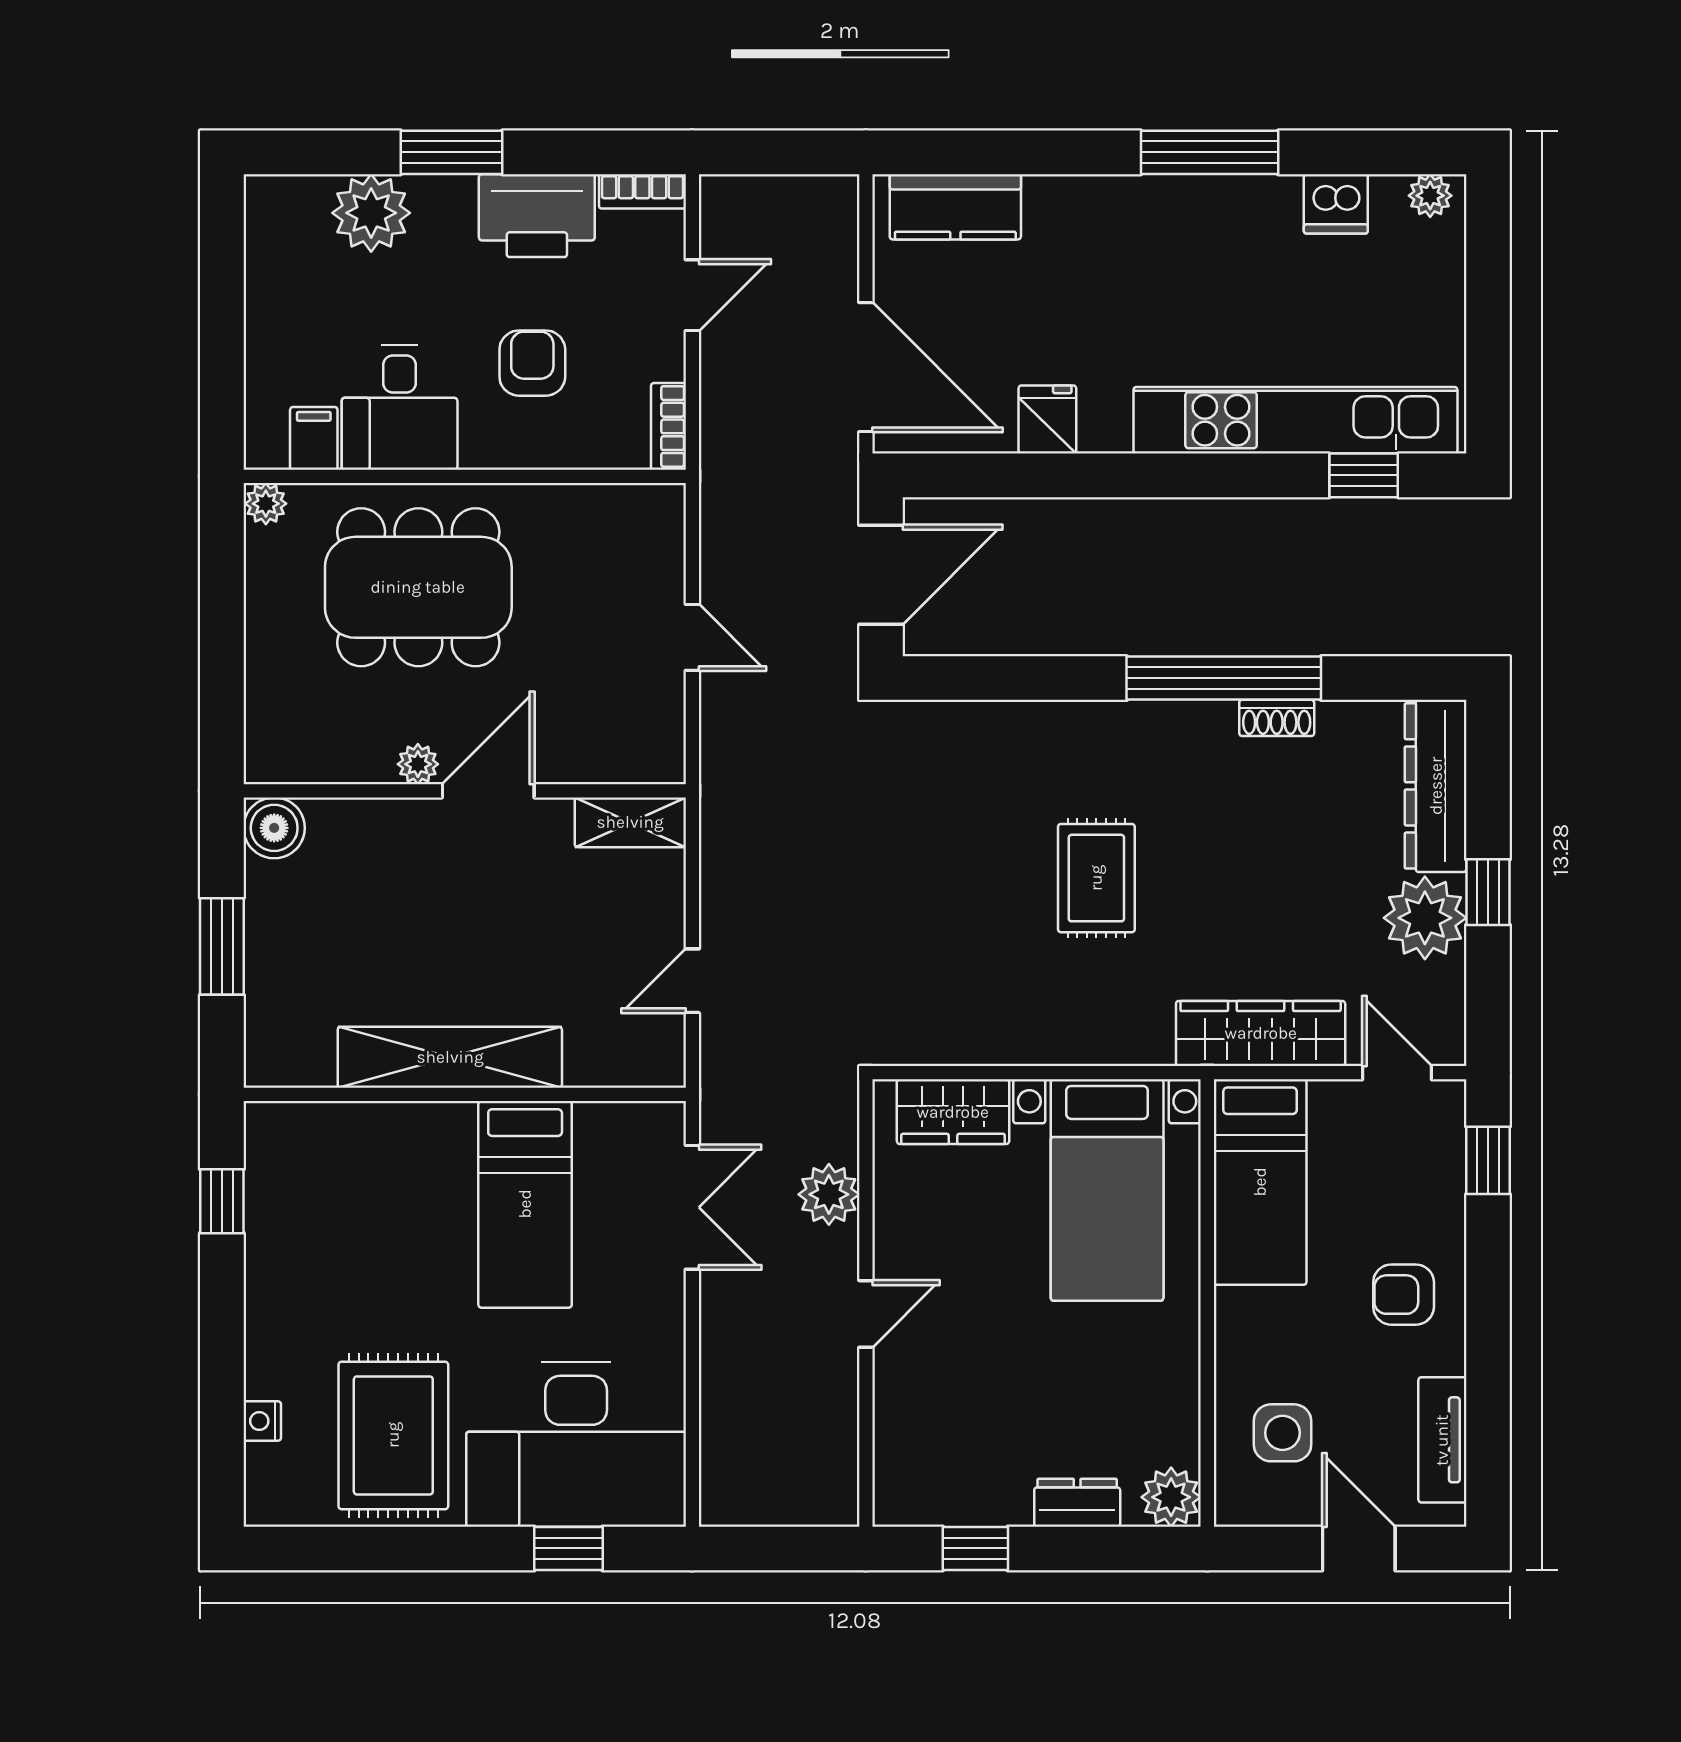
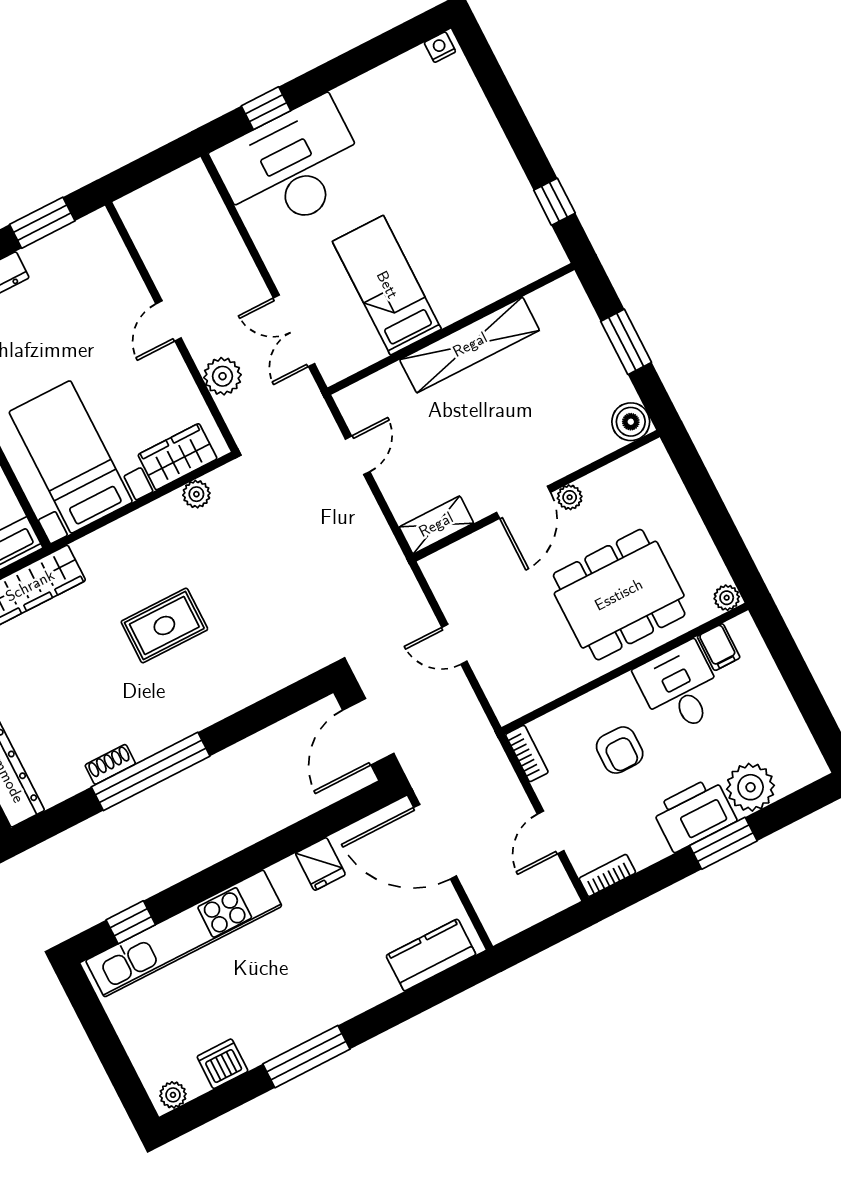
printer: (537, 216) -> (694, 814), moved
rug: (1096, 878) -> (164, 626), turned 90
plant: (953, 1044) -> (196, 494), added
nightstand: (262, 1421) -> (440, 47), moved, turned -90
rug: (393, 1435) -> (394, 121), removed
window: (975, 1548) -> (42, 223), width x1.50

